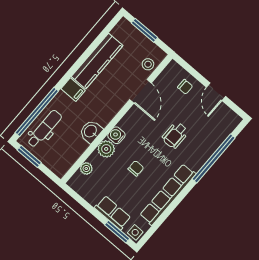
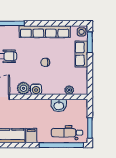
washbasin: (91, 131) -> (59, 105), moved
plant: (106, 149) -> (23, 88), moved

